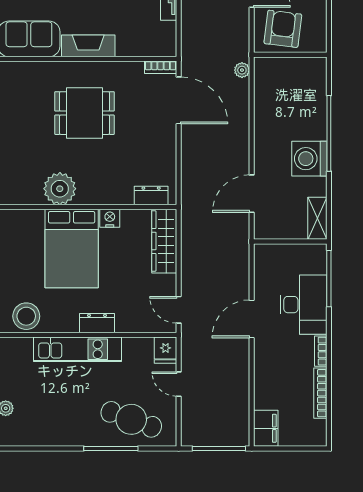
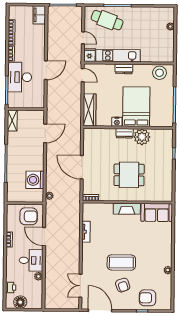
armchair: (283, 29) -> (29, 216), turned -97
door: (179, 100) -> (82, 167), moved
washing machine: (309, 159) -> (35, 180), moved, turned 180
dresser: (151, 196) -> (124, 133), moved
kitchen unit: (77, 349) -> (118, 56), moved

